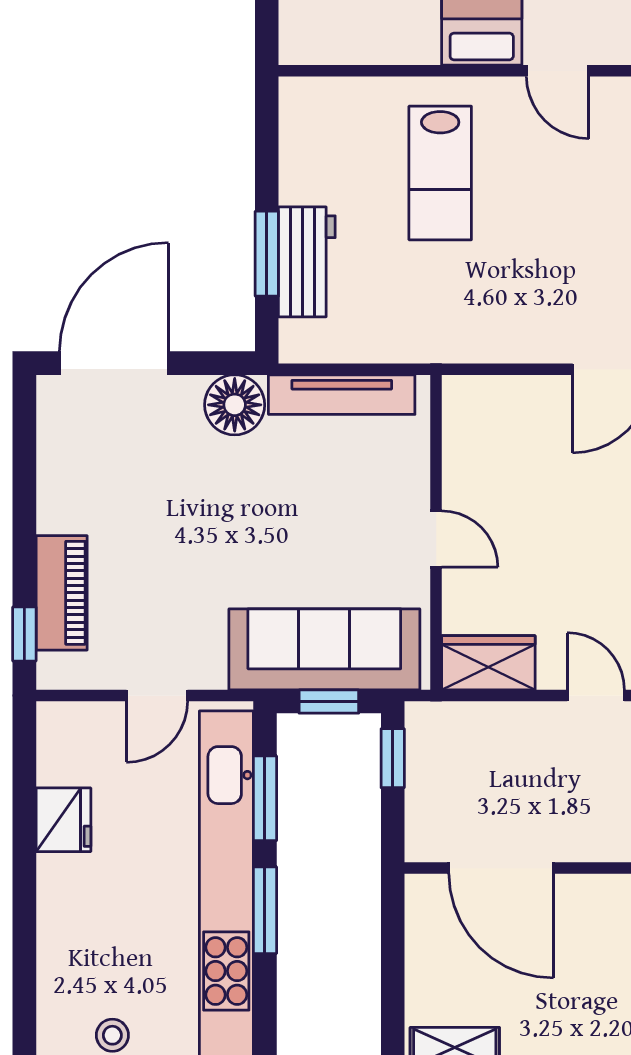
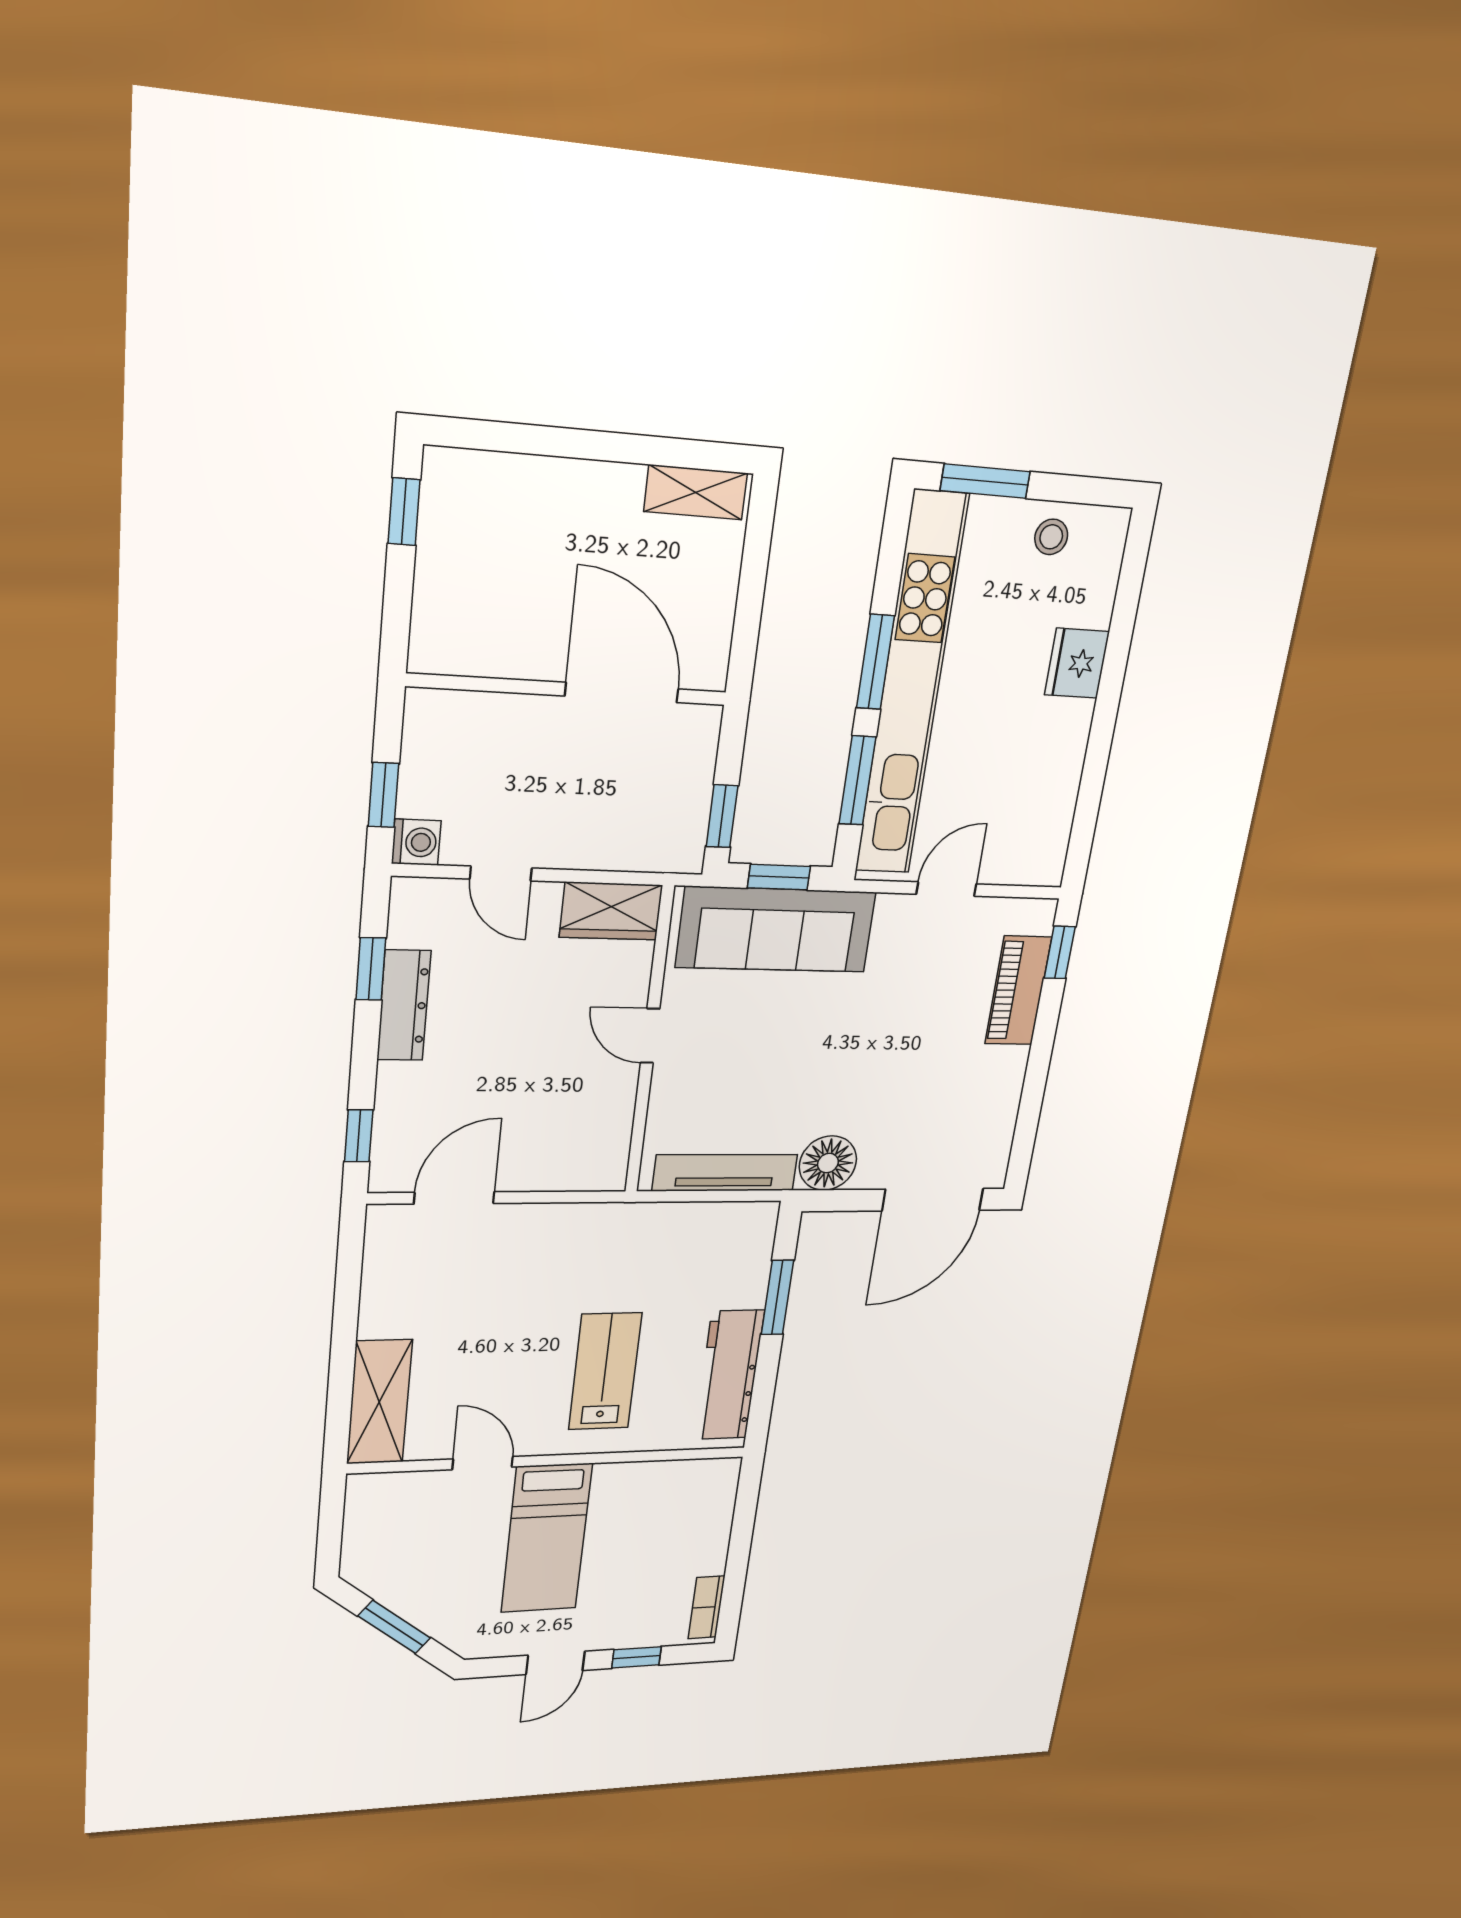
workbench: (307, 262) -> (729, 1375), moved, width x1.38
fridge: (63, 820) -> (1077, 663), moved

